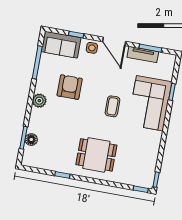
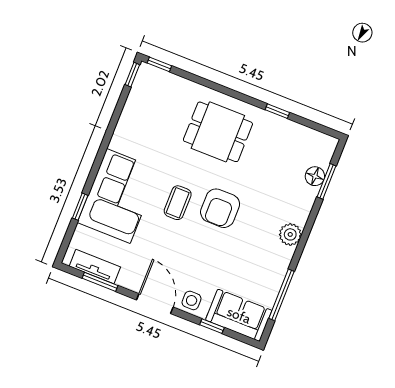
tv unit: (143, 55) -> (95, 267), moved
armchair: (70, 87) -> (220, 208), moved

